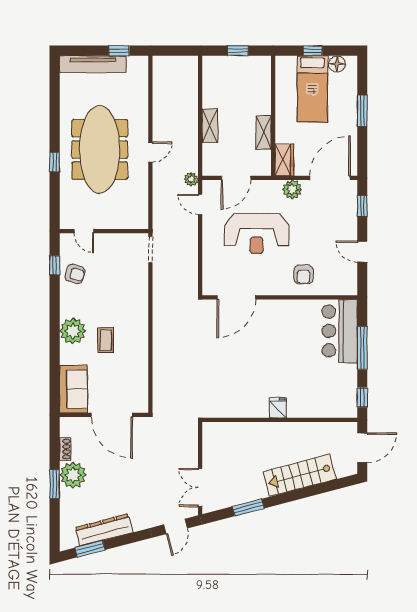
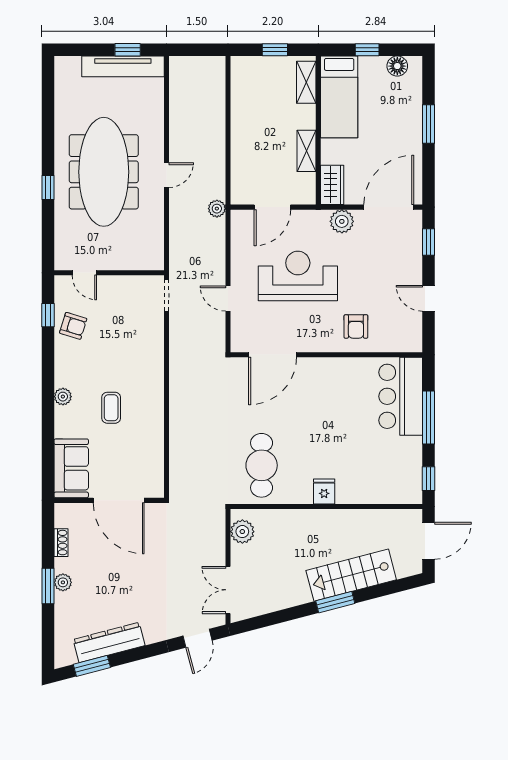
tv unit: (93, 64) -> (123, 66), moved
bed: (312, 89) -> (339, 97), moved
shelving: (210, 126) -> (306, 82), moved
door: (200, 204) -> (228, 299), moved
reception desk: (257, 234) -> (298, 276), turned 180
plant: (73, 331) -> (63, 397), width x0.53, depth x0.53
cafe table: (227, 387) -> (262, 465), added
plant: (212, 440) -> (242, 532), added
plant: (73, 475) -> (63, 582), width x0.53, depth x0.53
window: (248, 507) -> (335, 602), moved

